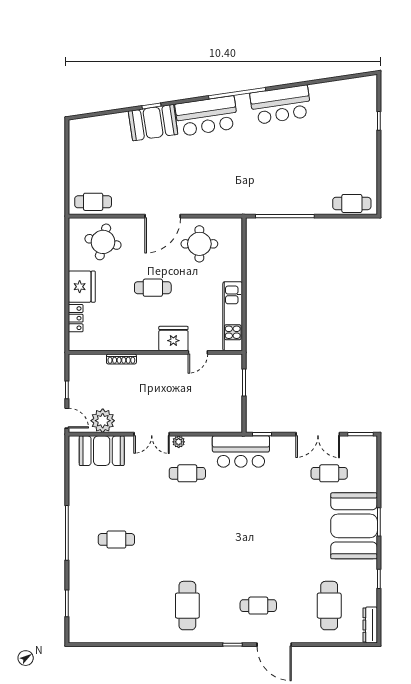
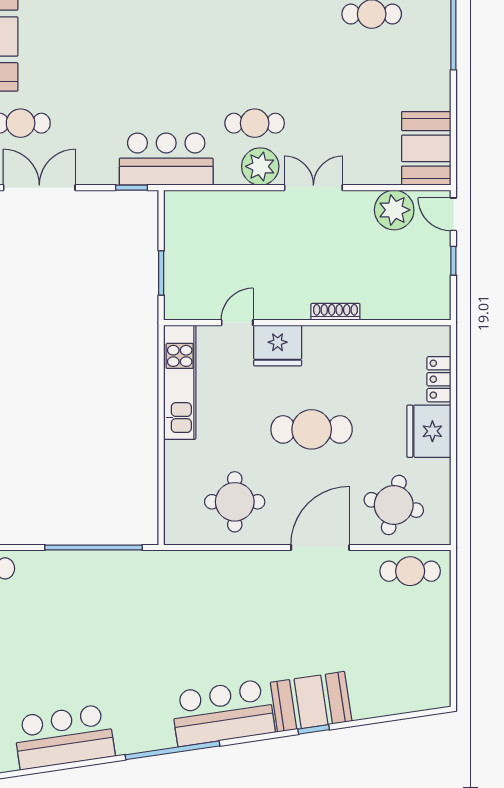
bar counter: (281, 105) -> (64, 737), moved
door: (163, 216) -> (320, 547), moved
cafe table: (153, 288) -> (312, 429), width x1.37, depth x1.35
shoe rack: (121, 359) -> (335, 312), moved
plant: (179, 442) -> (260, 166), width x1.87, depth x1.87
booth: (102, 451) -> (426, 148), moved, turned 90

